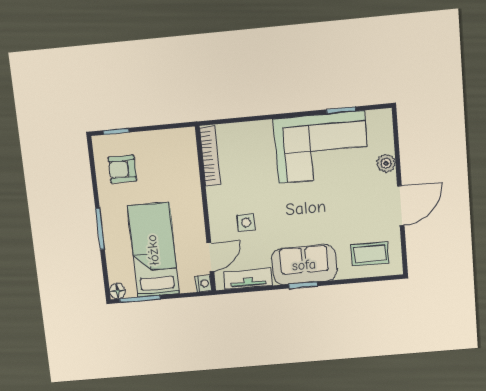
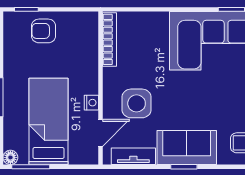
armchair: (122, 169) -> (44, 31), moved
side table: (246, 222) -> (137, 103), width x1.87, depth x1.87
nightstand: (203, 284) -> (91, 103), moved

